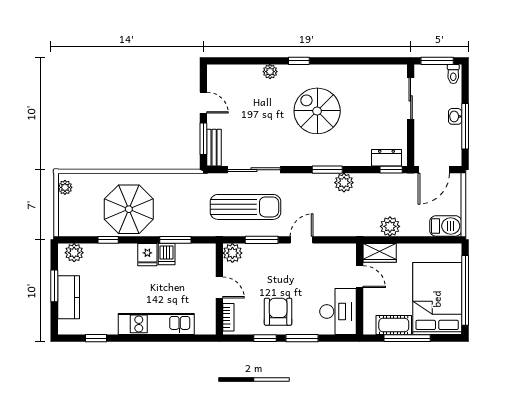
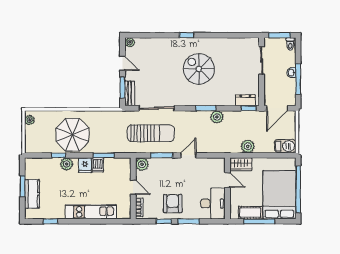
plant: (270, 72) -> (130, 42), moved
plant: (74, 253) -> (67, 164), moved

